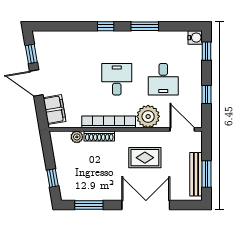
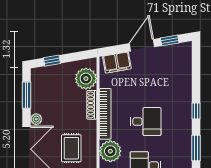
plant: (77, 137) -> (86, 79), width x1.87, depth x1.87
plant: (114, 195) -> (36, 119), added

